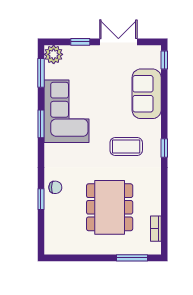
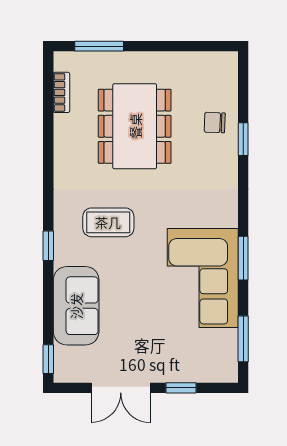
plant: (54, 54) -> (223, 368), removed
window: (164, 148) -> (48, 246), moved
chair: (55, 187) -> (215, 123), moved

